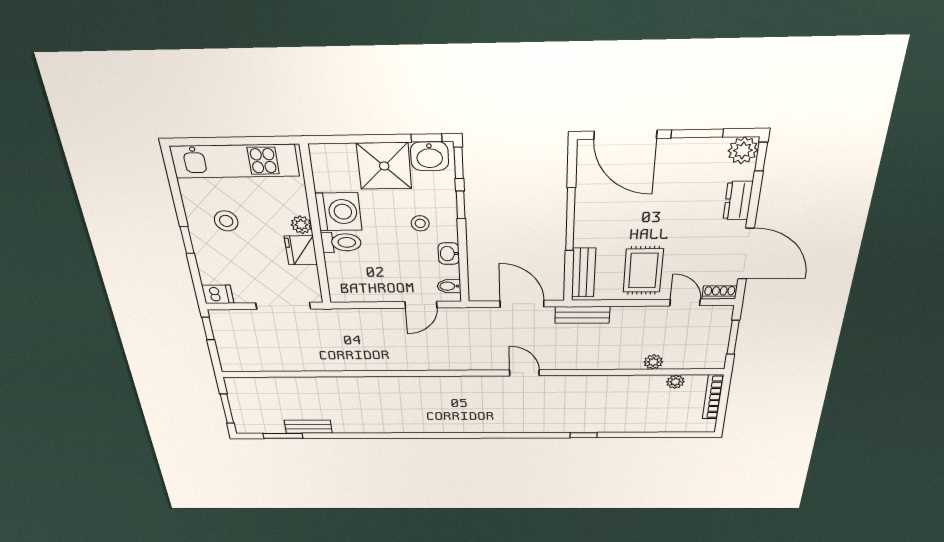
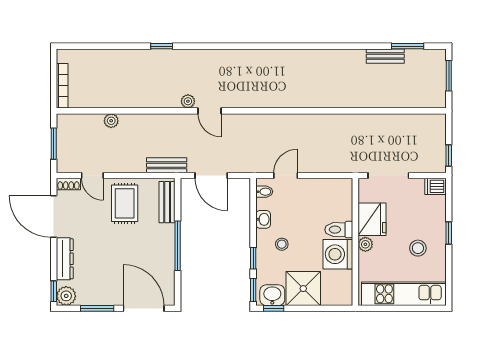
dresser: (738, 201) -> (65, 259), width x1.44
fridge: (301, 250) -> (372, 219), width x1.36, depth x1.34
plant: (675, 382) -> (188, 101), moved

